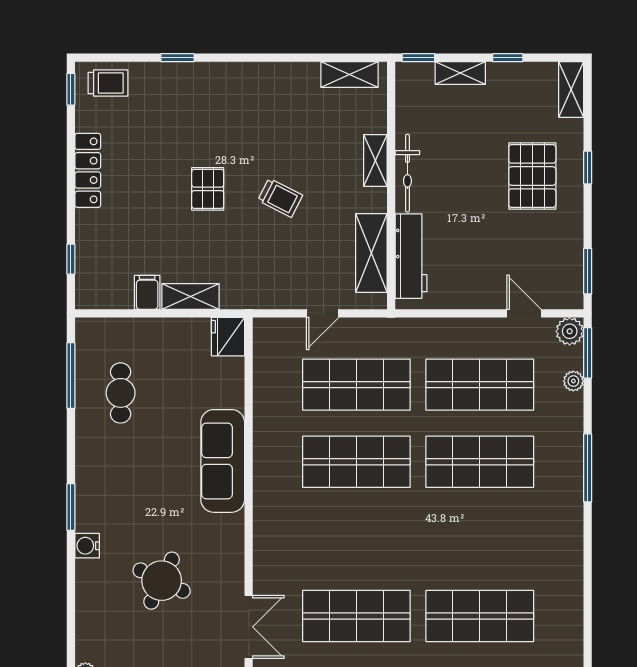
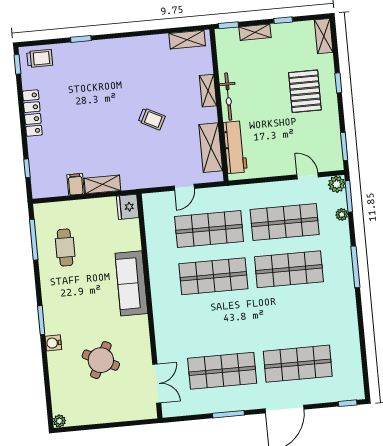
pallet: (208, 189) -> (107, 118), removed

